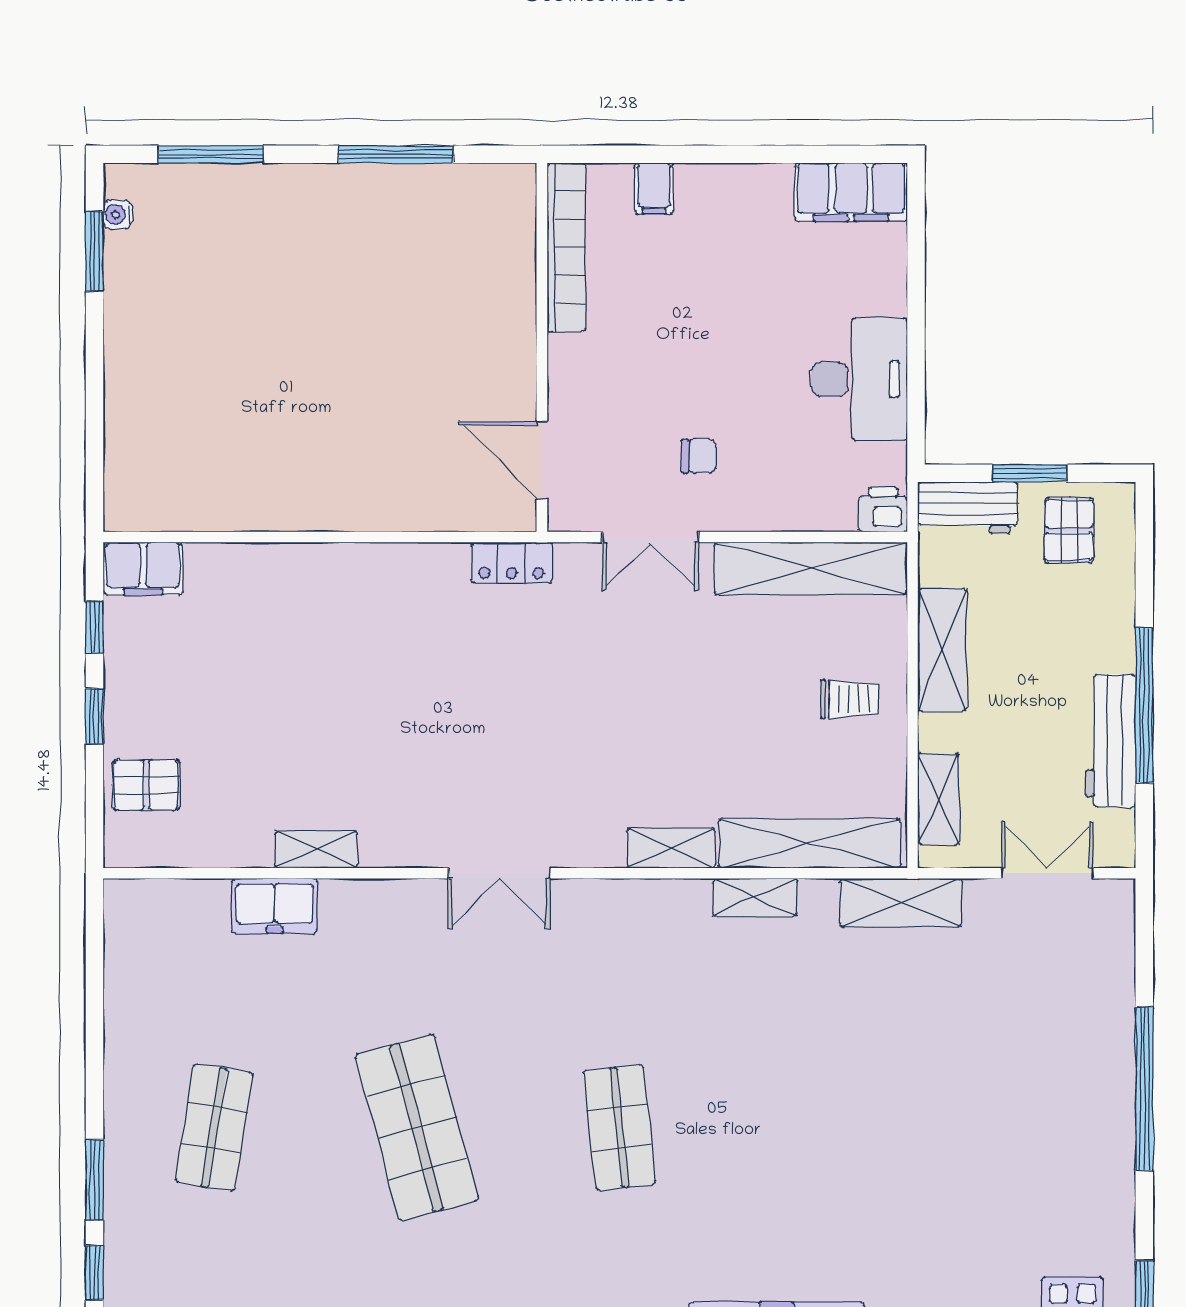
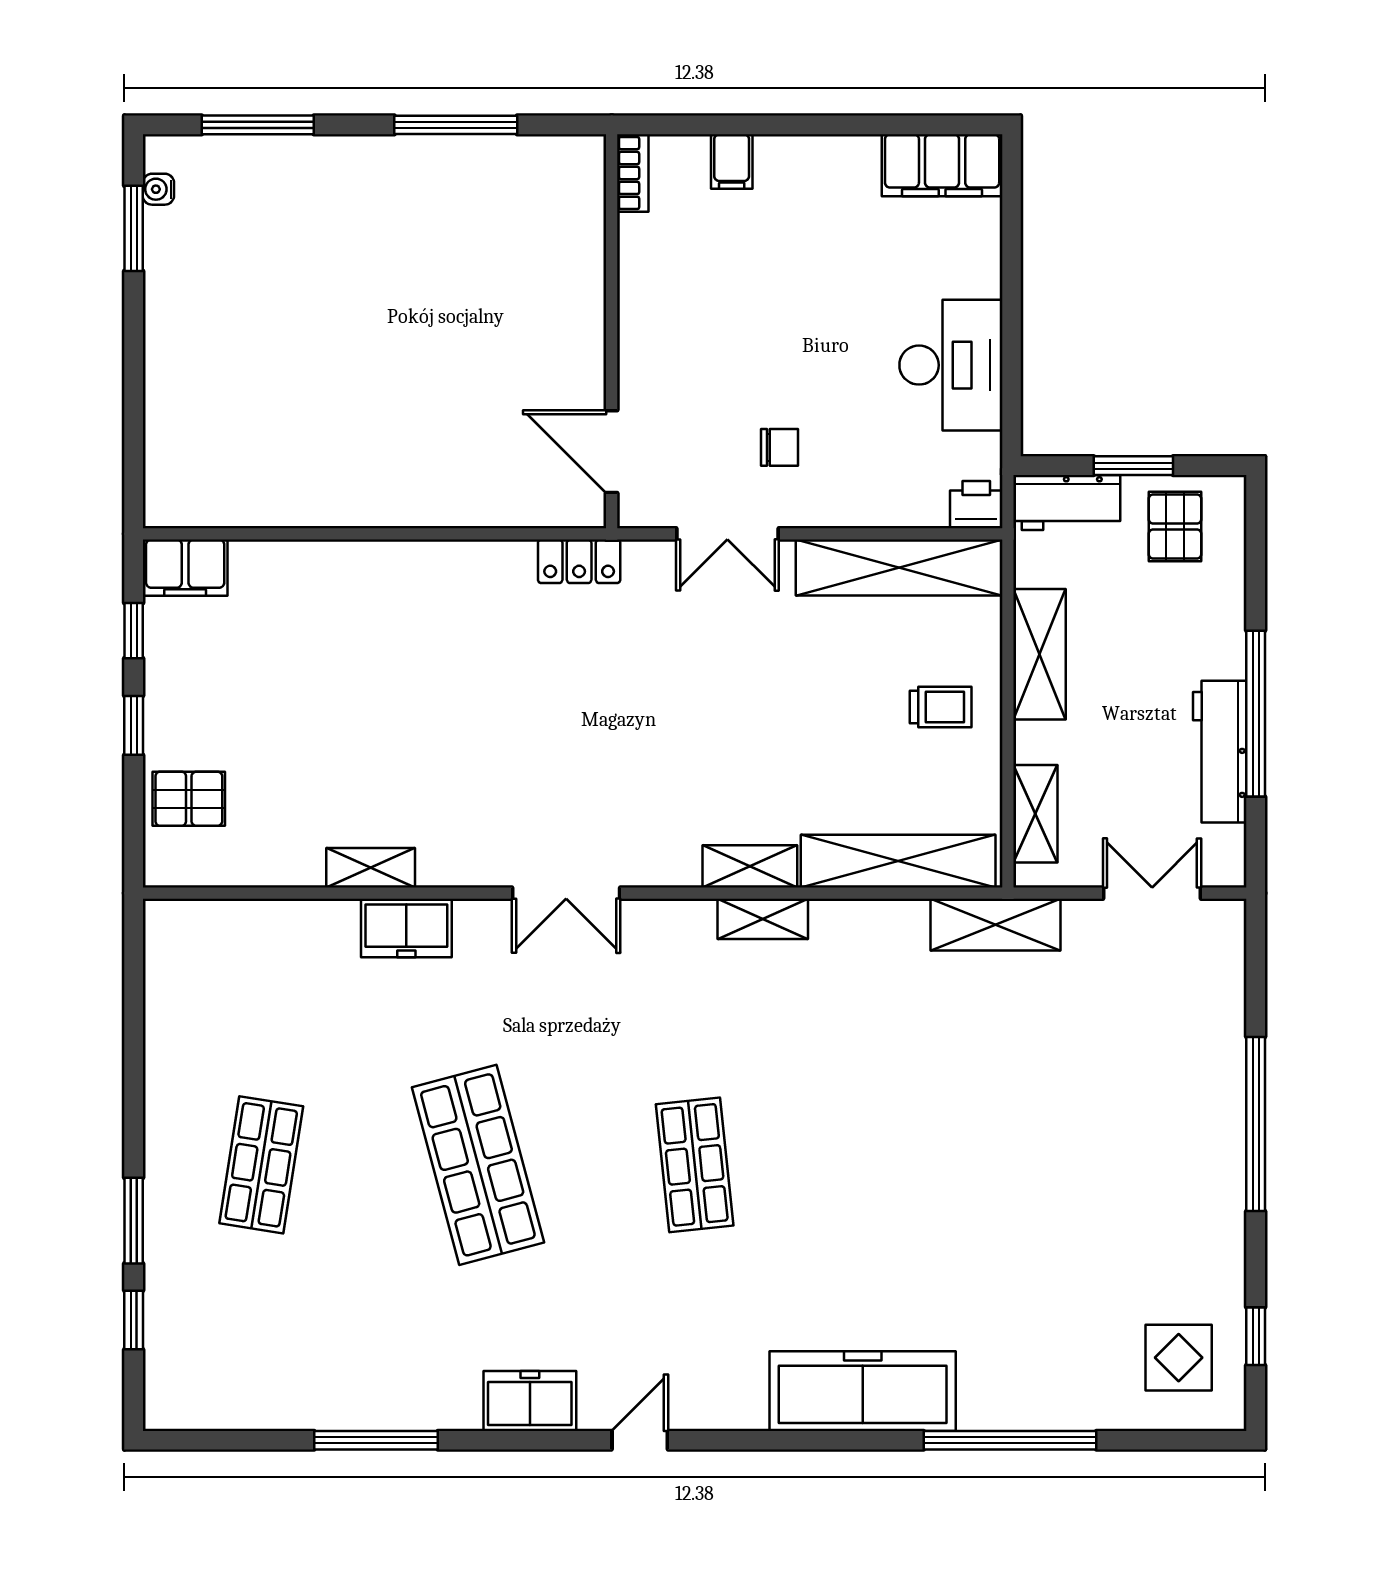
bookcase: (566, 247) -> (633, 173), width x0.43, depth x0.76
shelving: (755, 897) -> (763, 919), moved
freezer: (275, 906) -> (406, 928), moved

